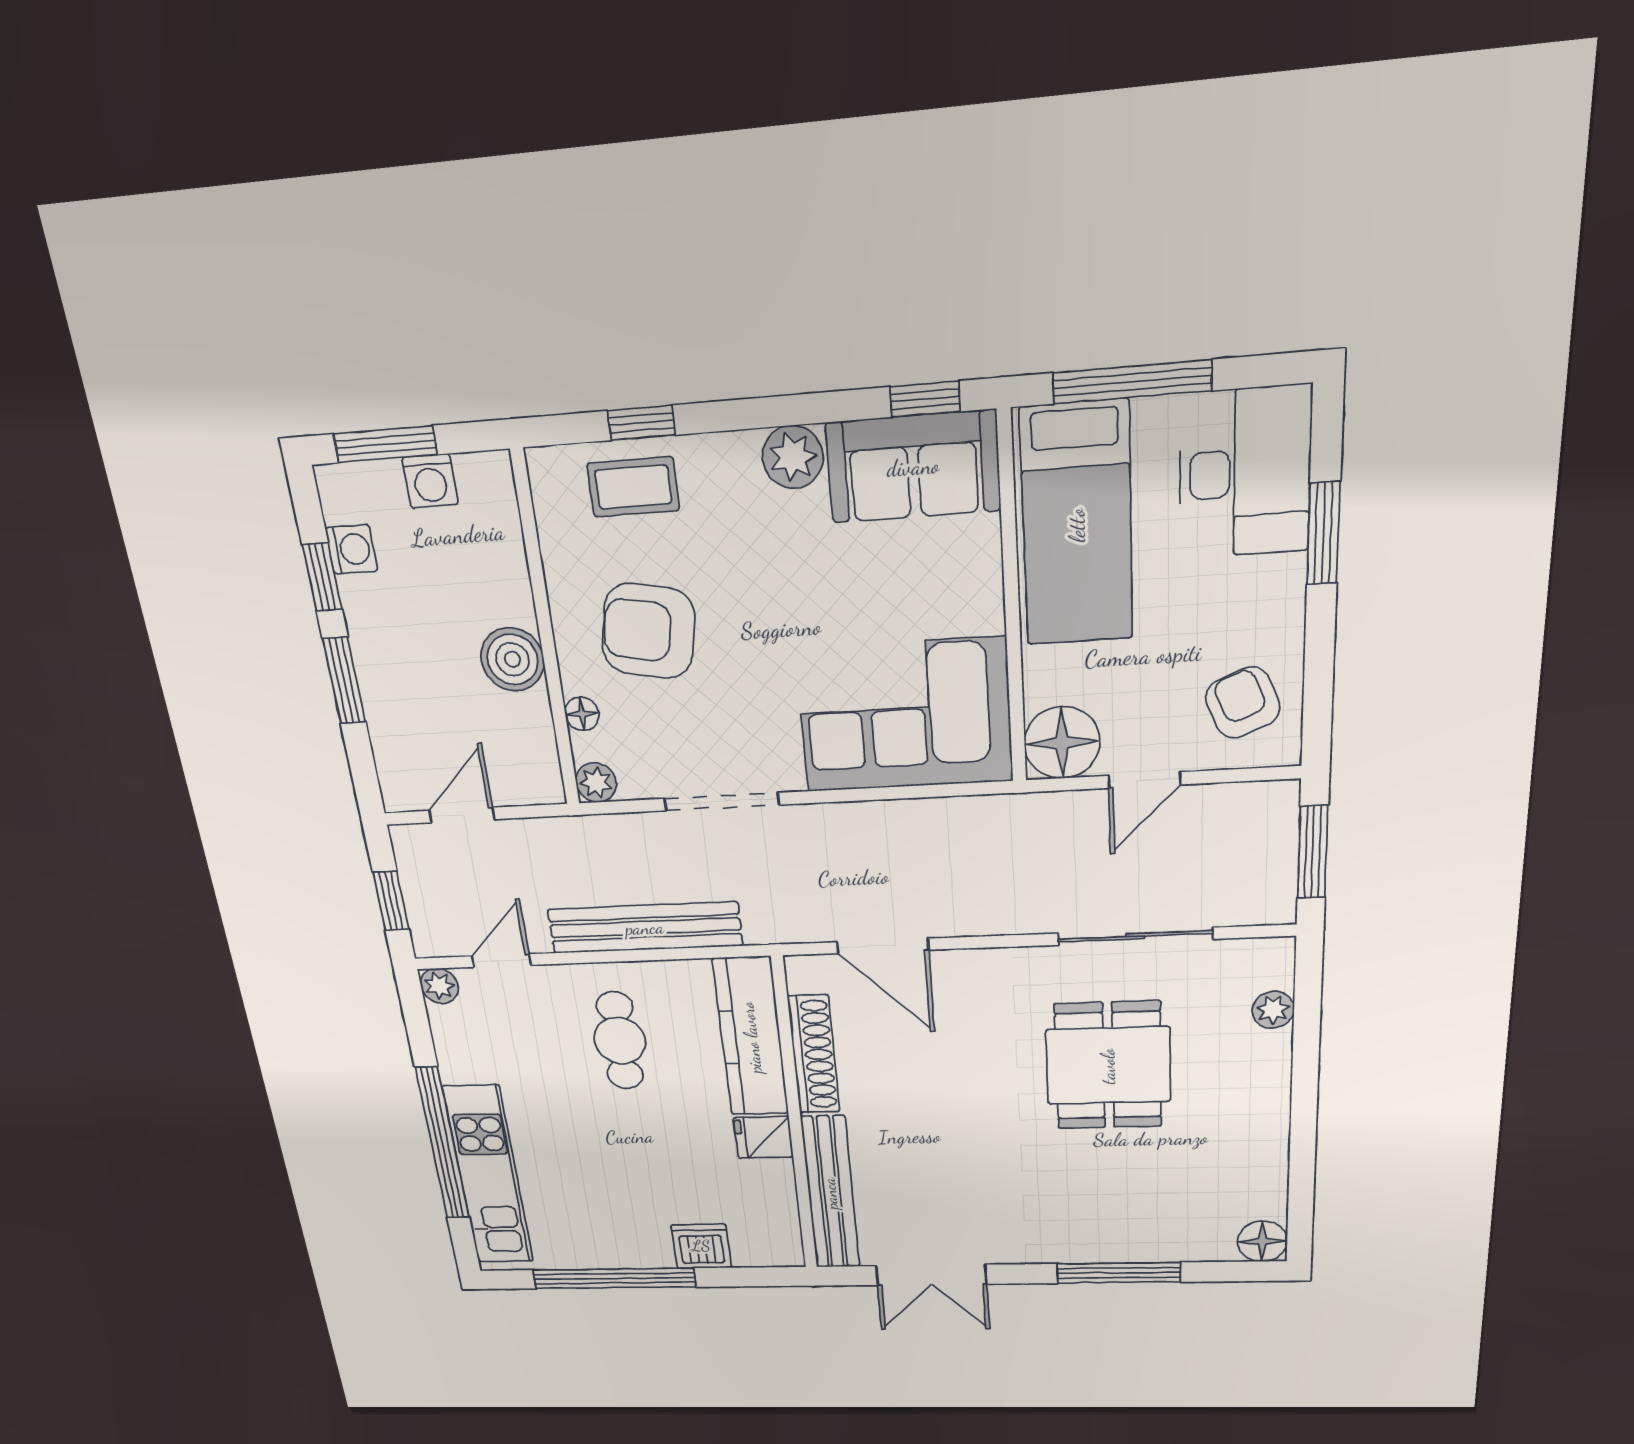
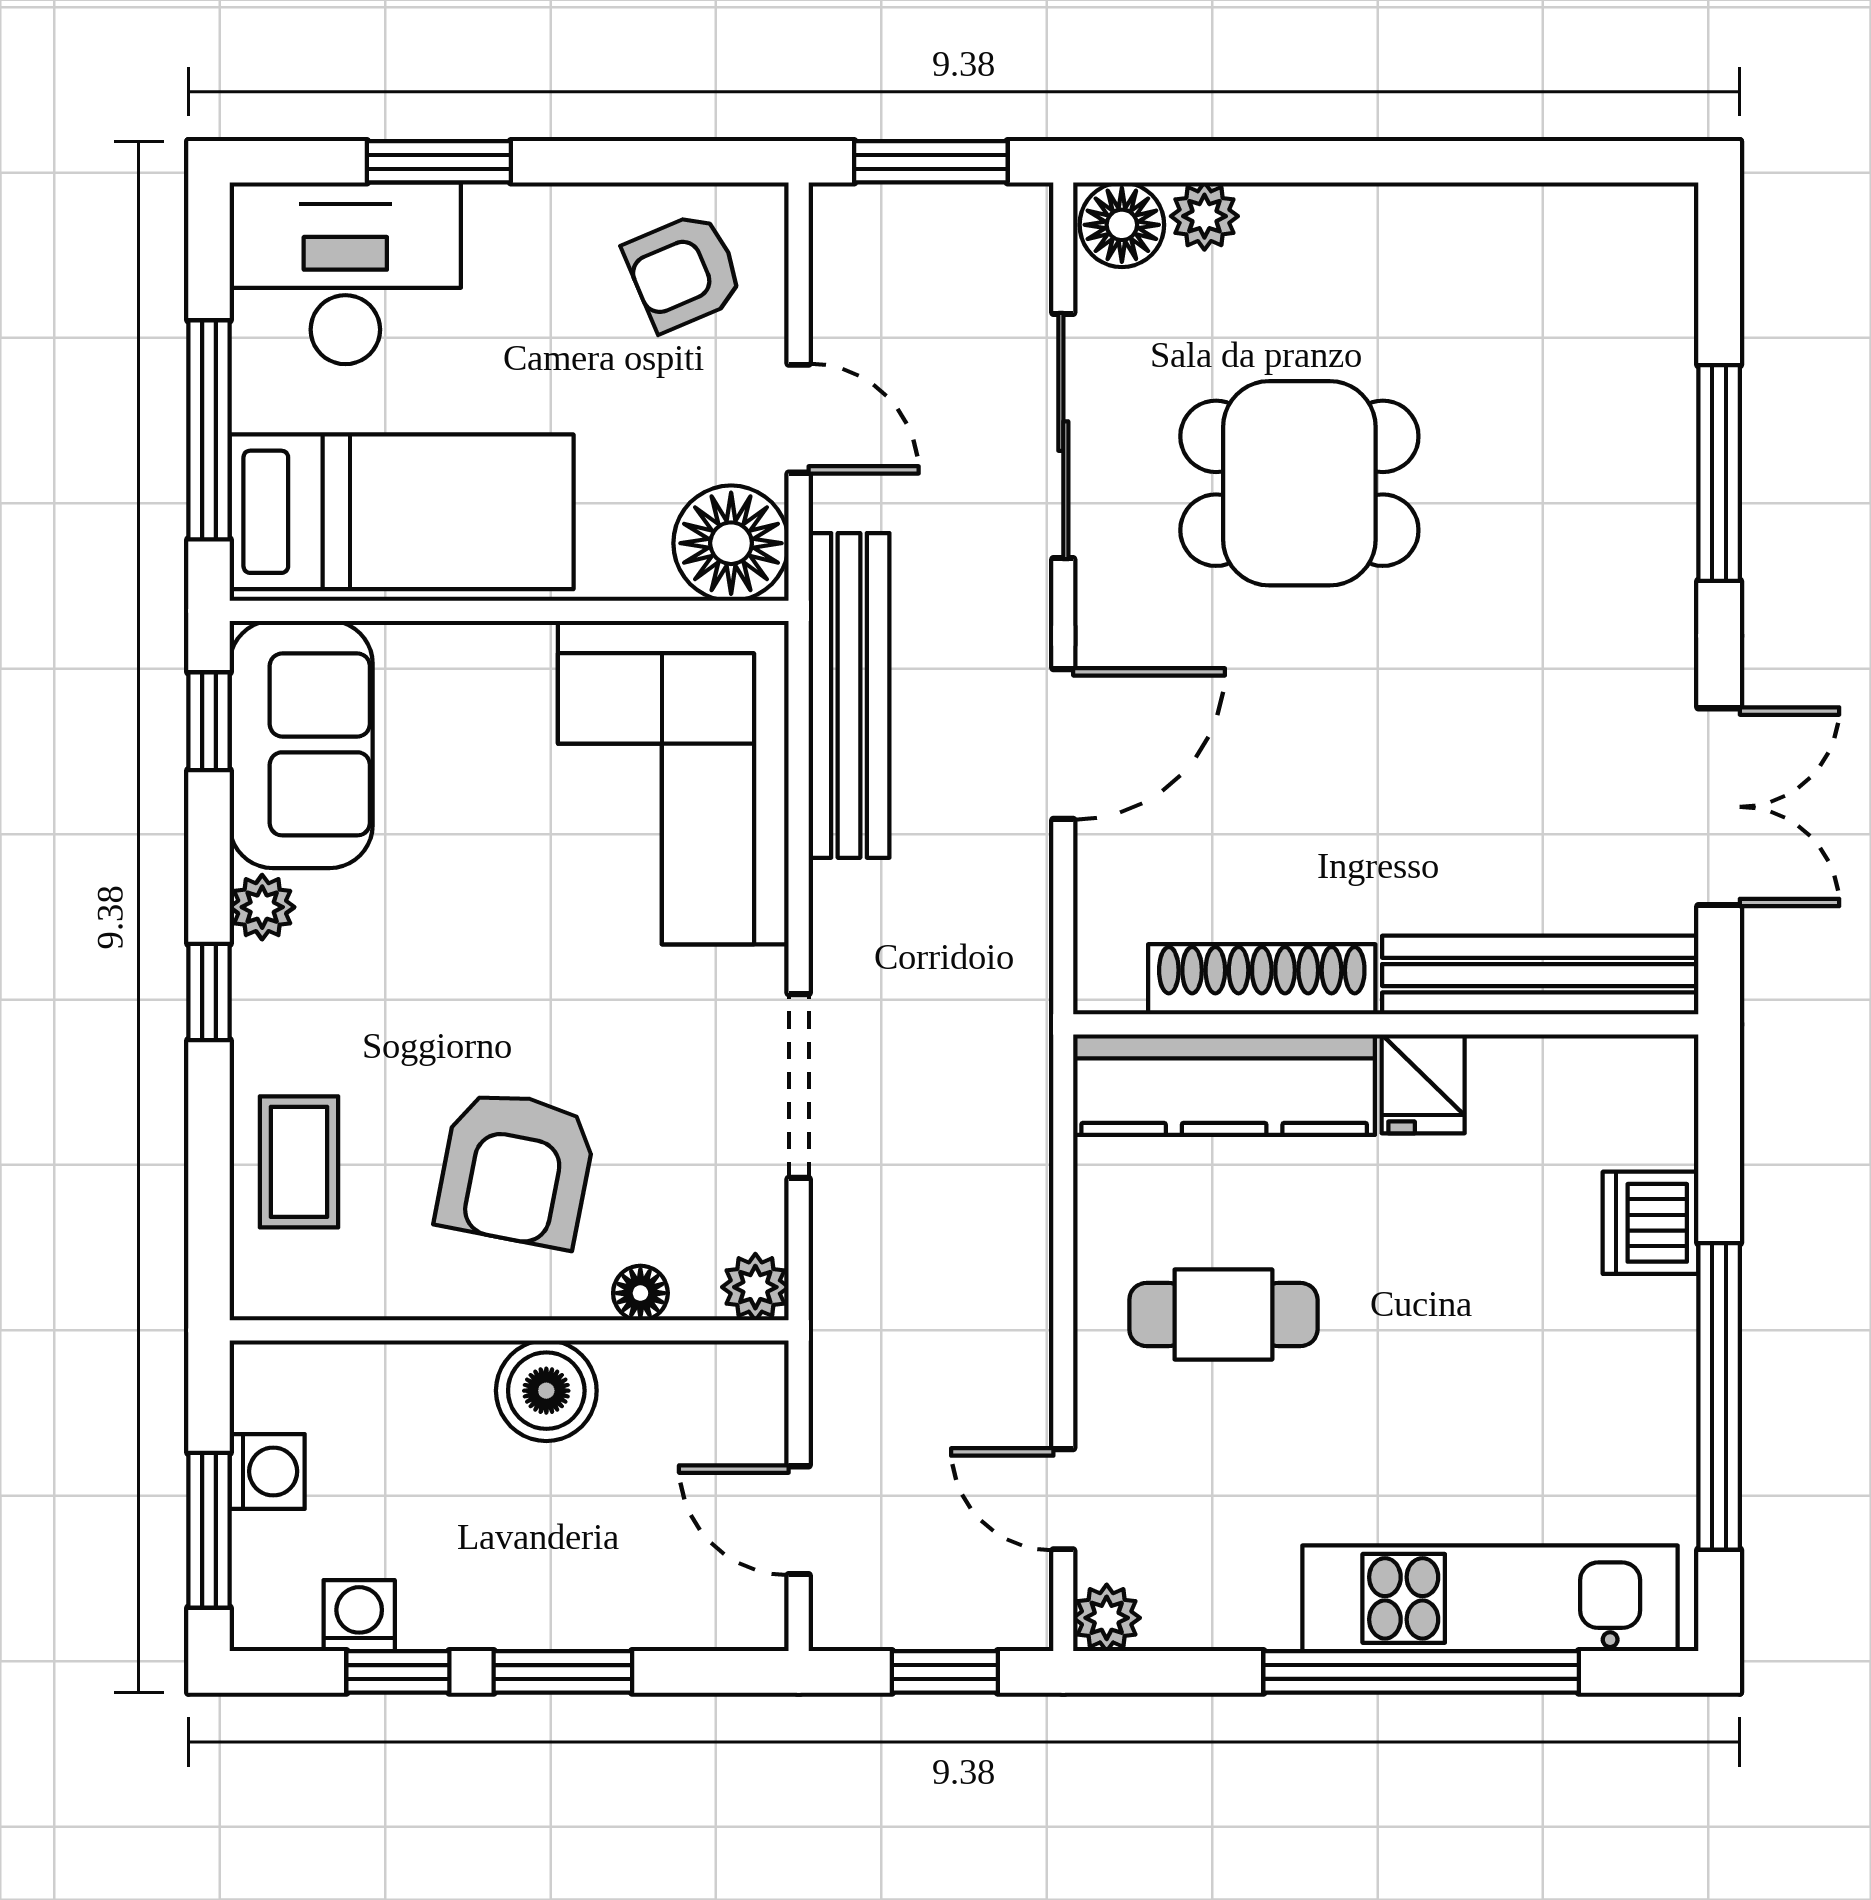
window: (641, 423) -> (209, 992), moved
plant: (793, 457) -> (262, 907), width x0.73, depth x0.73
bench: (645, 928) -> (849, 695), moved
door: (883, 946) -> (1063, 744), moved
floor lamp: (1262, 1241) -> (1122, 225), moved

